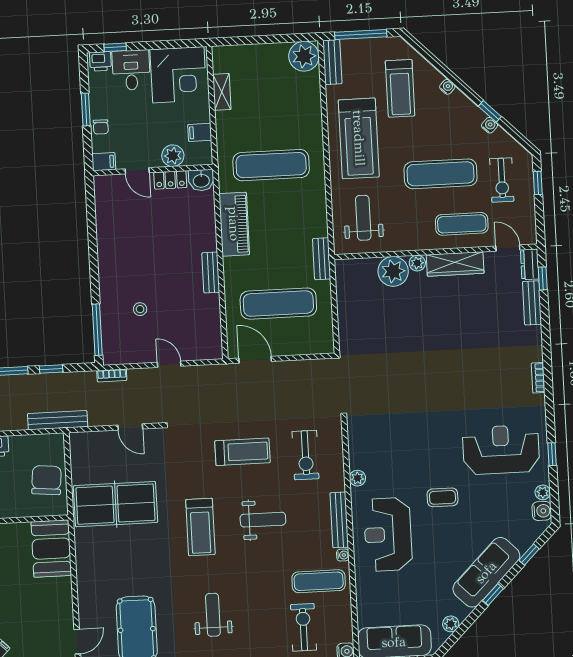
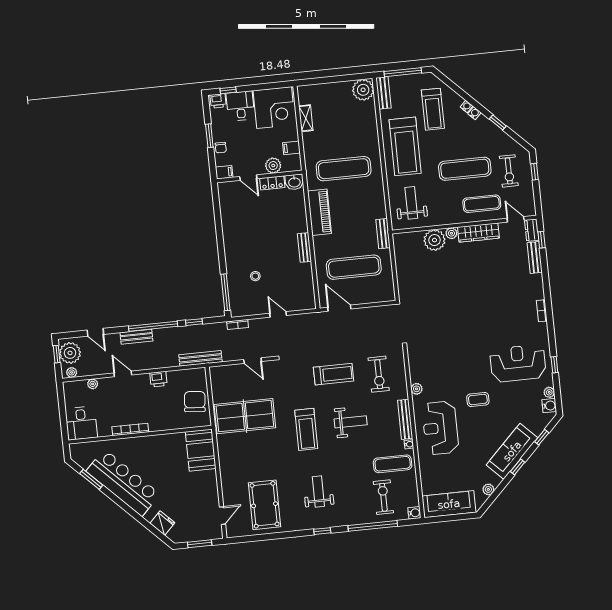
water cooler: (490, 125) -> (474, 113), moved

